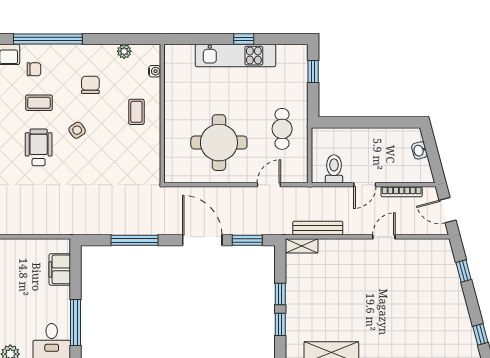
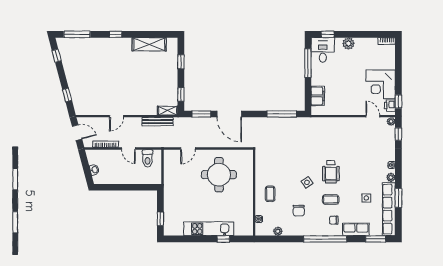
window: (244, 39) -> (223, 239), moved
cafe table: (282, 129) -> (180, 183), removed
door: (365, 185) -> (128, 148), swing flipped
window: (134, 240) -> (282, 114), moved
window: (280, 294) -> (181, 95), moved

